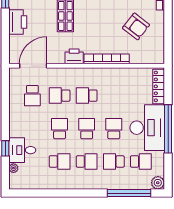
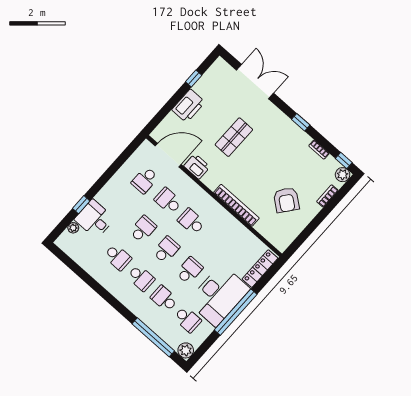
printer: (74, 56) -> (197, 166), moved

